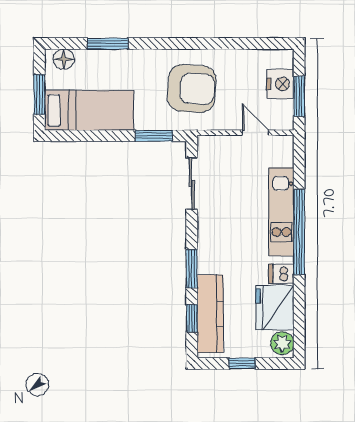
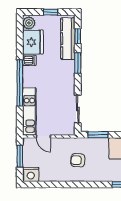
nightstand: (280, 84) -> (31, 174), moved, turned -90
armchair: (192, 88) -> (78, 160), width x0.53, depth x0.53
kitchen unit: (281, 212) -> (29, 111), moved

